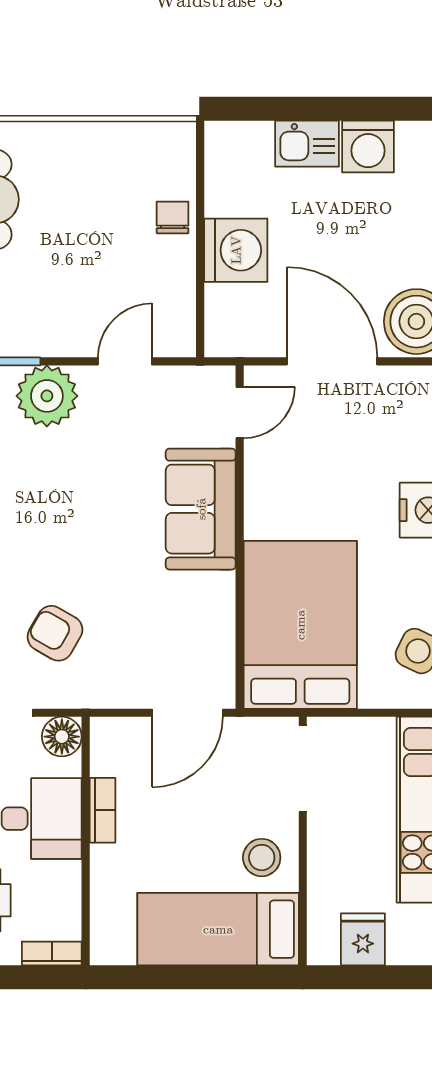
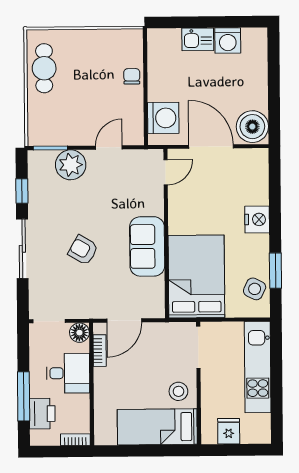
washing machine: (236, 250) -> (163, 118), moved
sofa: (201, 509) -> (147, 246), moved
armchair: (55, 633) -> (83, 250), moved
door: (188, 713) -> (124, 321), moved
bookcase: (103, 810) -> (100, 351), moved

